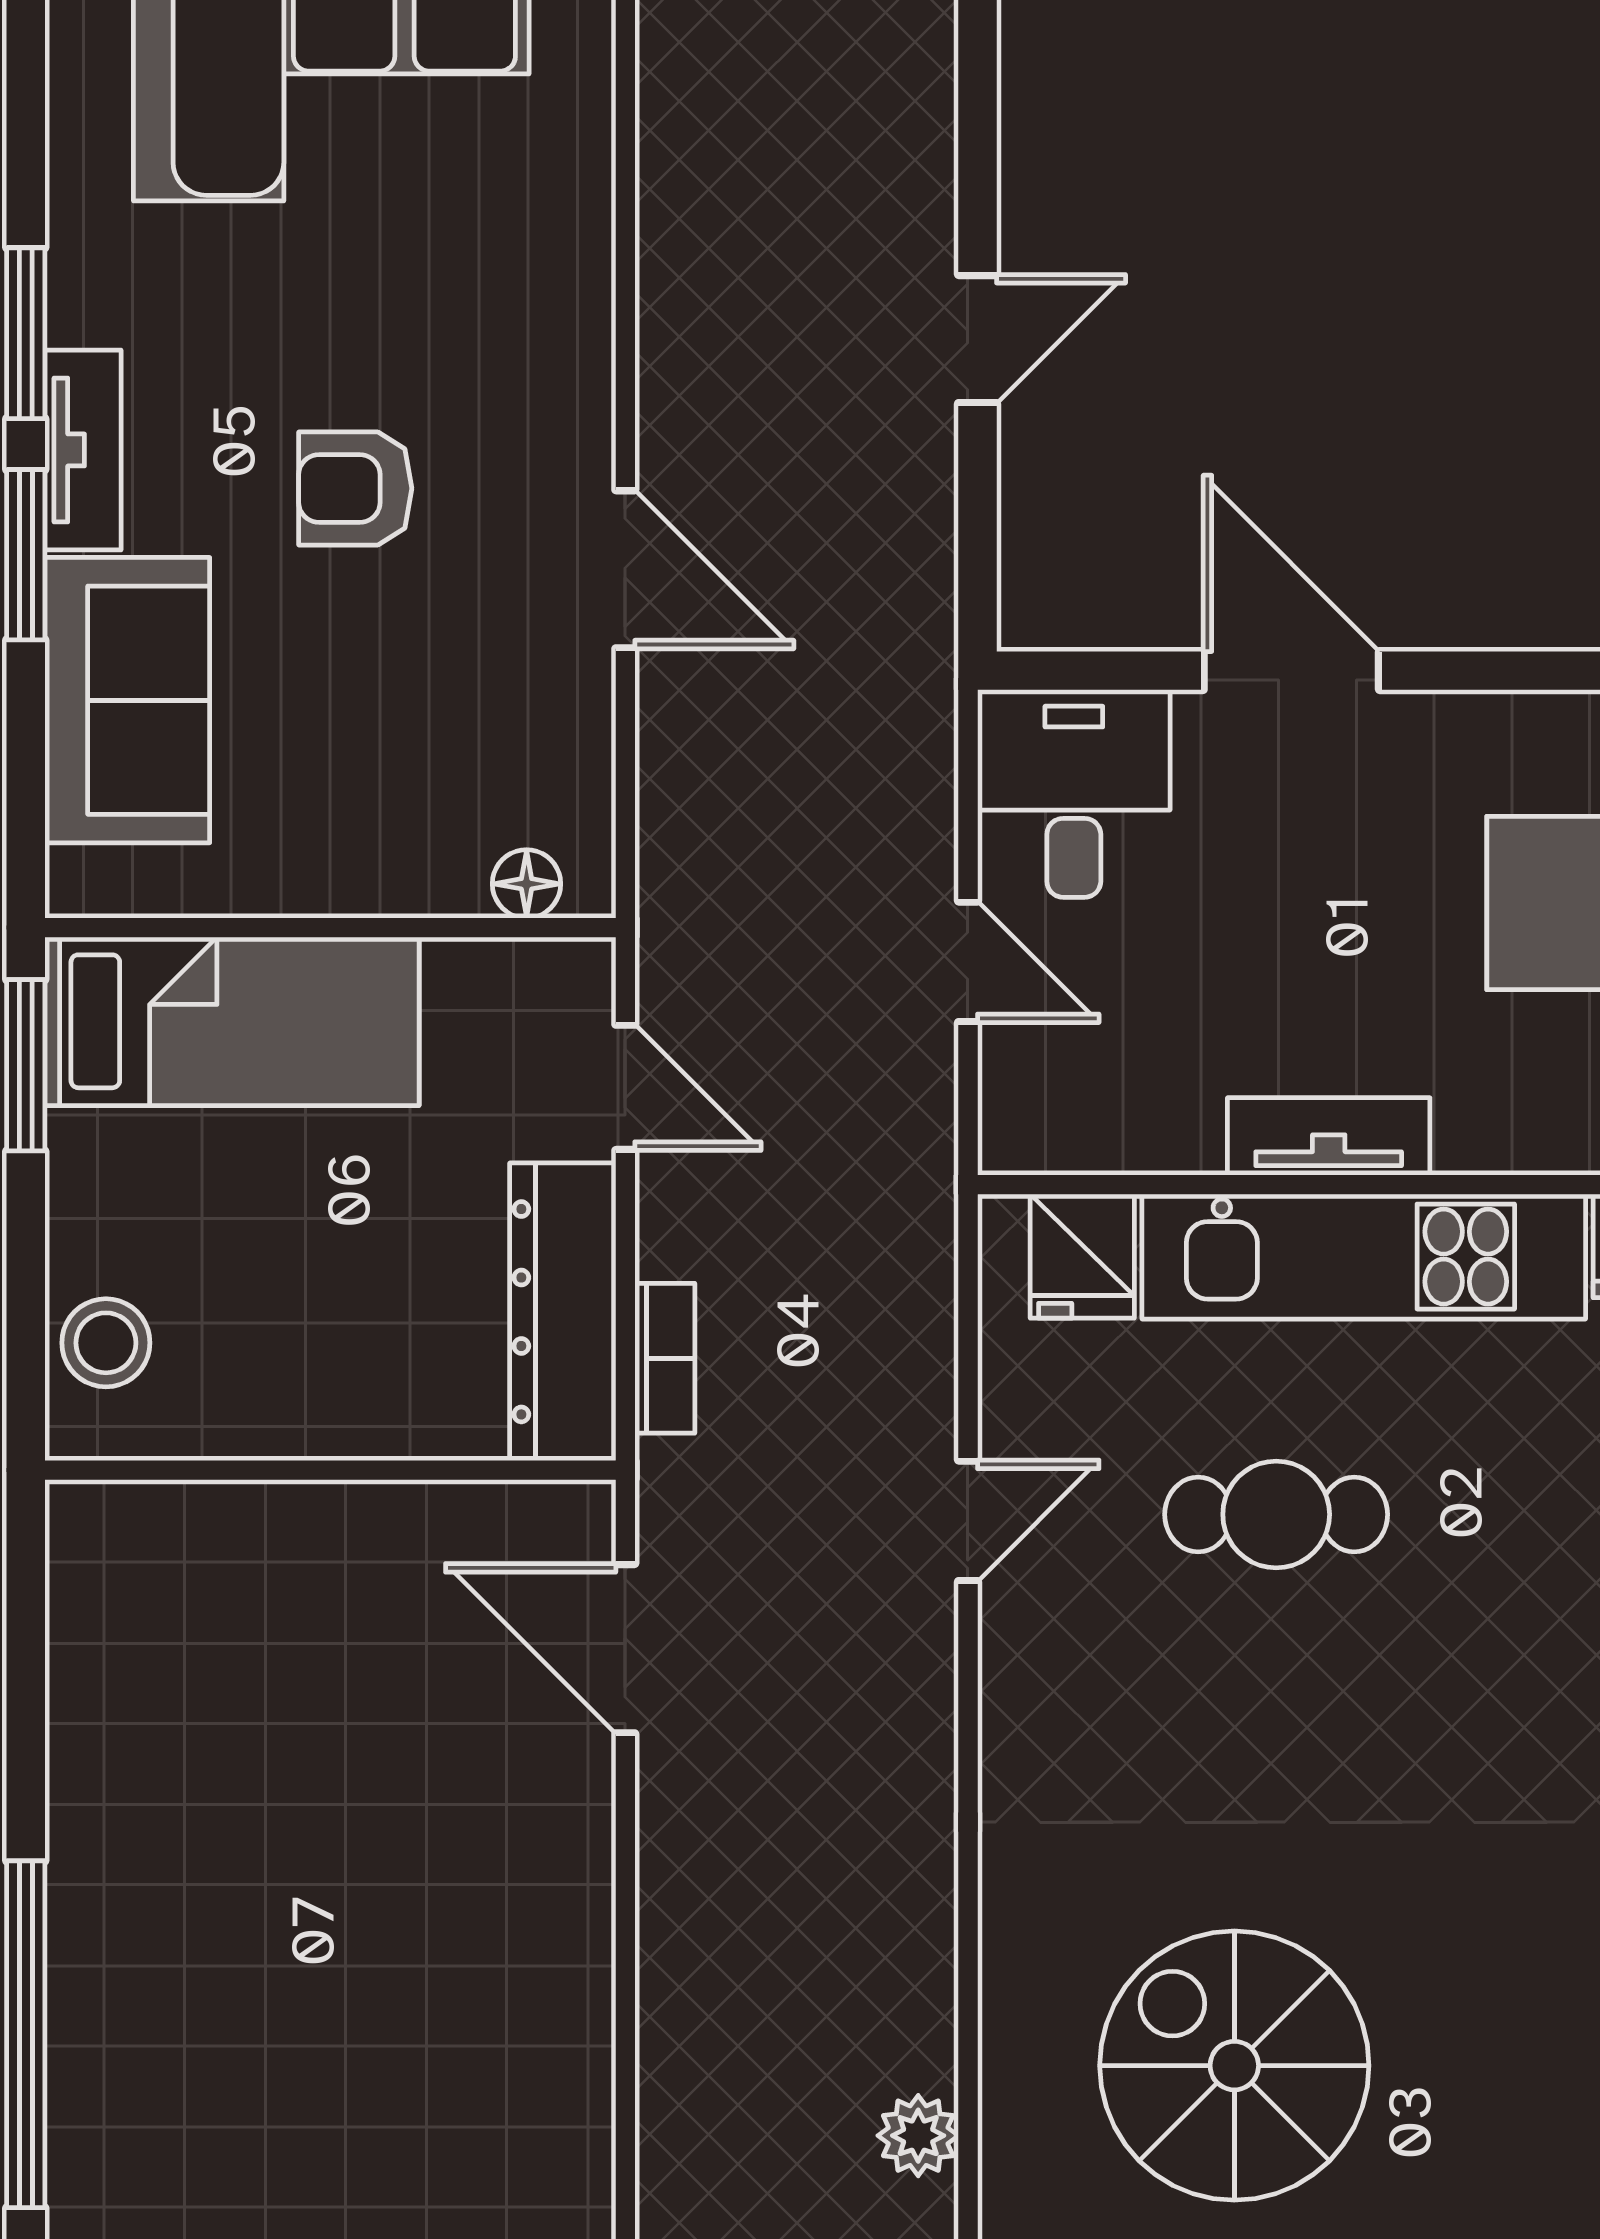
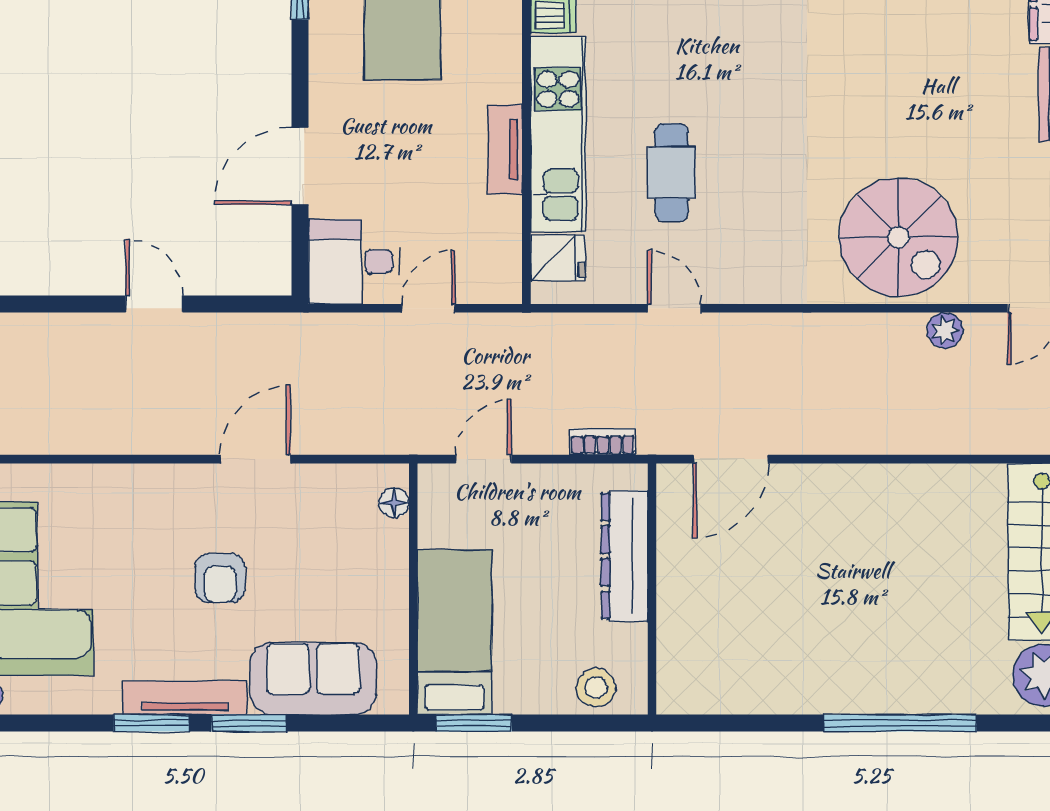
tv unit: (83, 450) -> (185, 698), width x1.41
dresser: (563, 1312) -> (624, 556), moved, turned 90
spiral stairs: (1234, 2066) -> (898, 237), moved, turned -90

